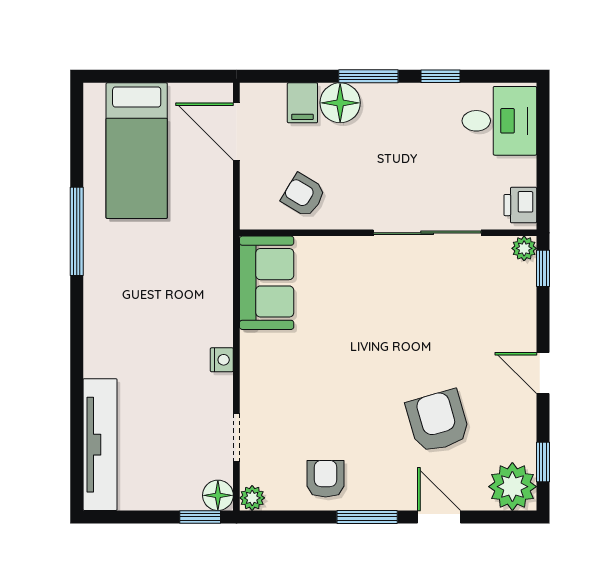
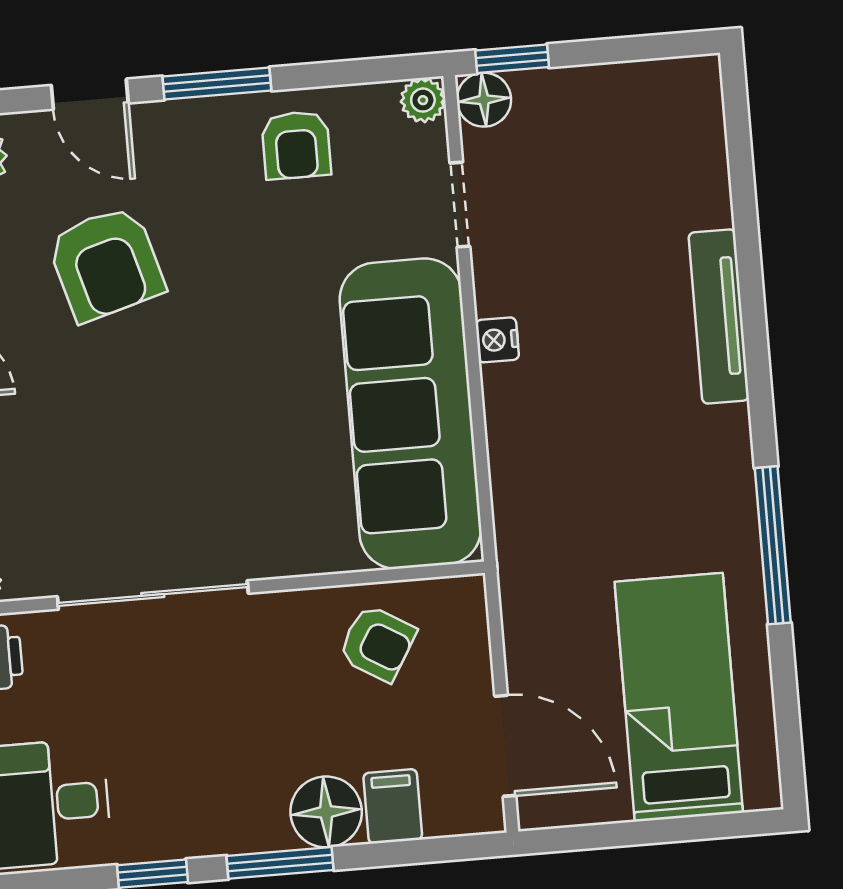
sofa: (267, 283) -> (411, 414), width x1.85, depth x1.27
tv unit: (100, 445) -> (719, 316), moved, width x0.73, depth x0.78

